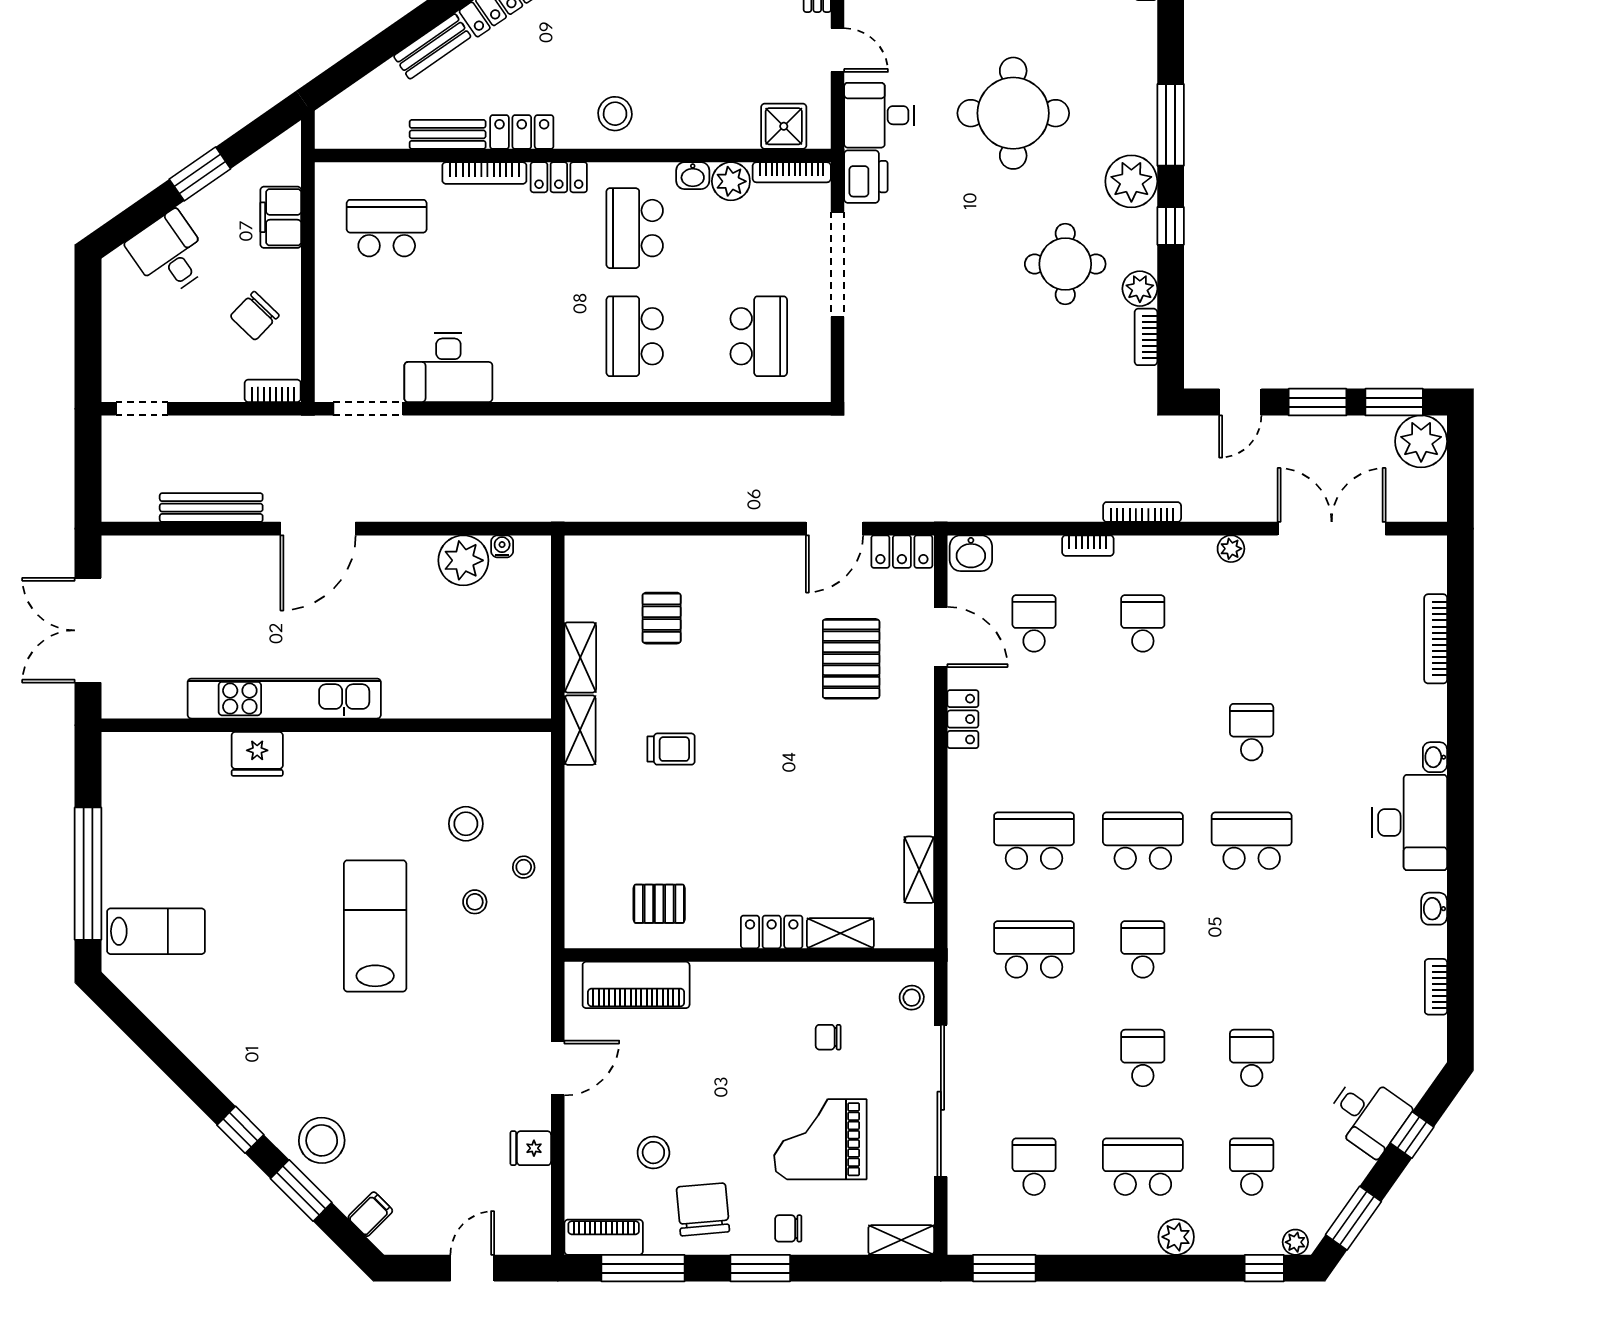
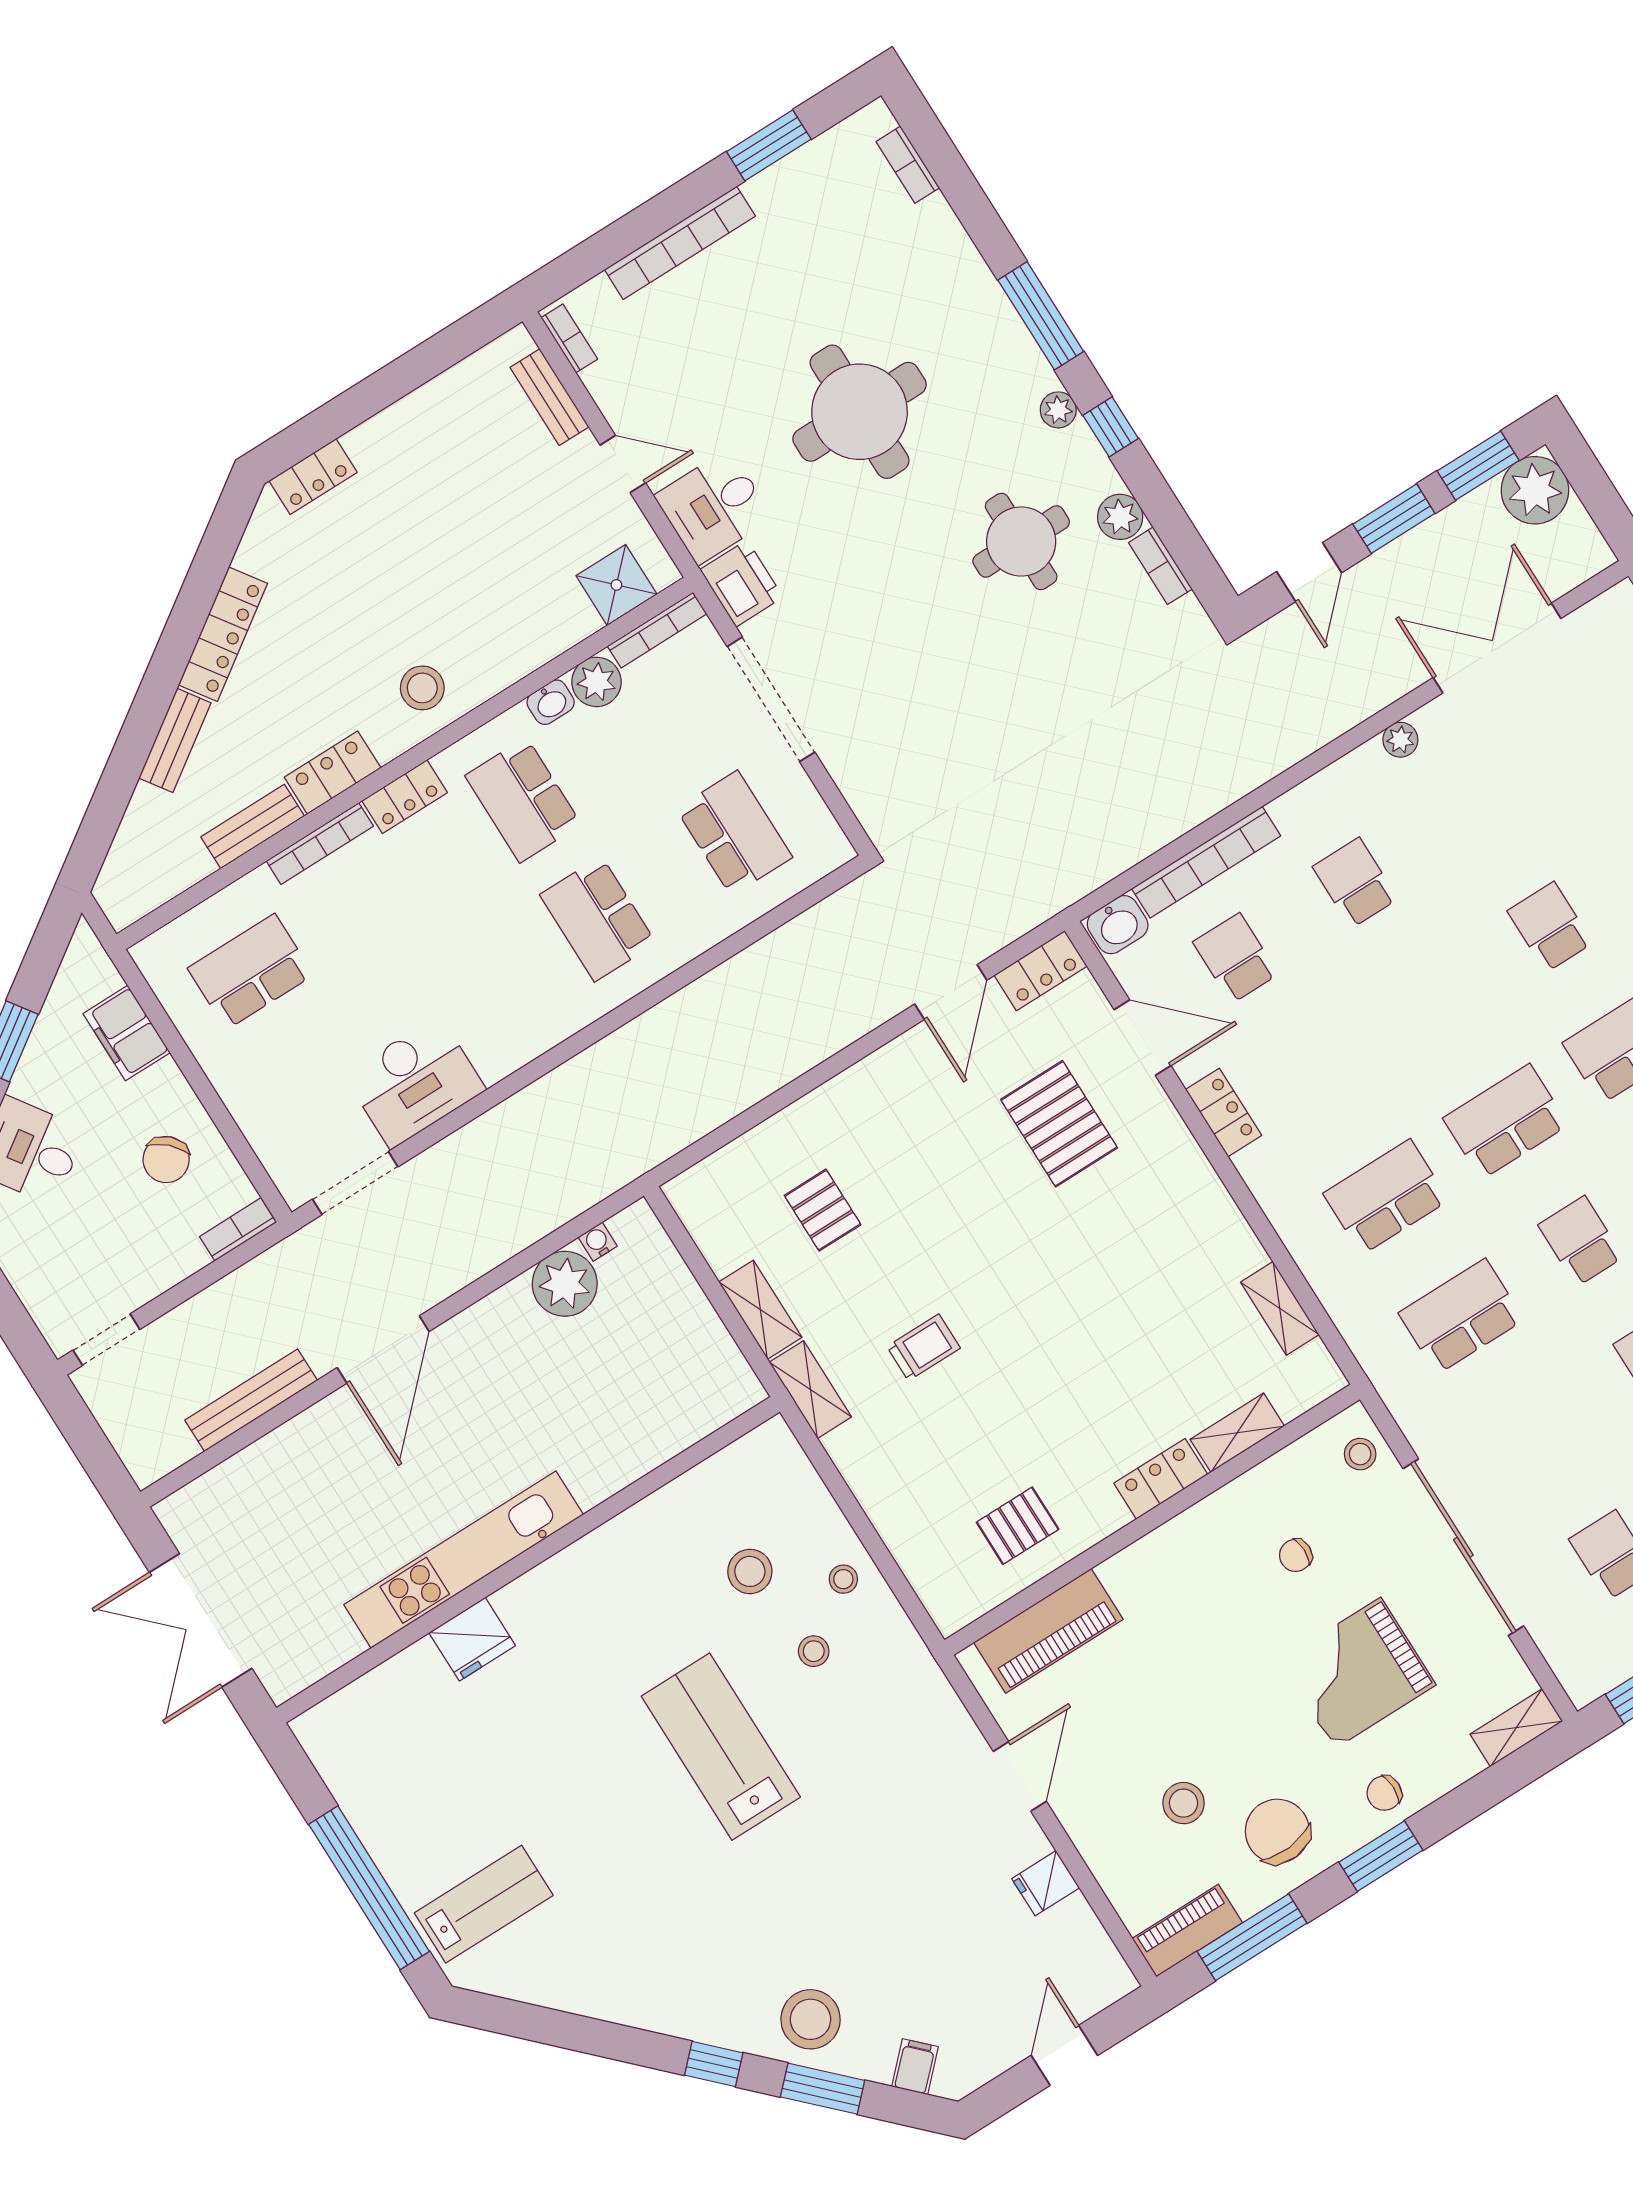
plant: (1131, 181) -> (1058, 410), width x0.53, depth x0.53
bookcase: (1142, 512) -> (1277, 761), removed
bookcase: (1088, 546) -> (1206, 862), width x2.31, depth x1.31

